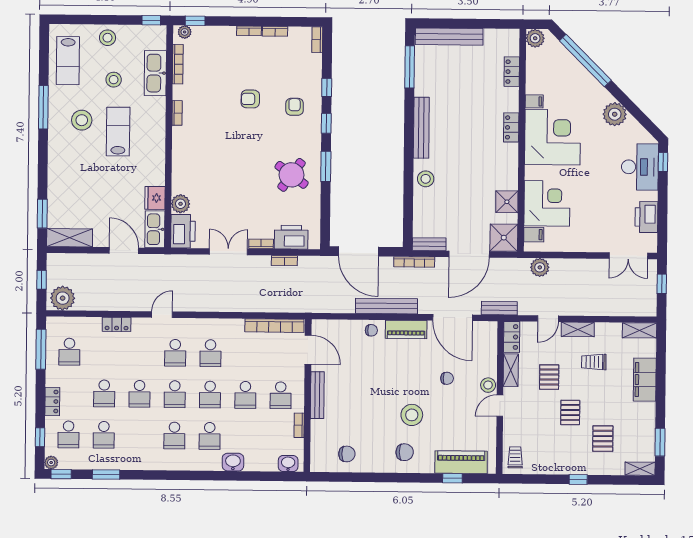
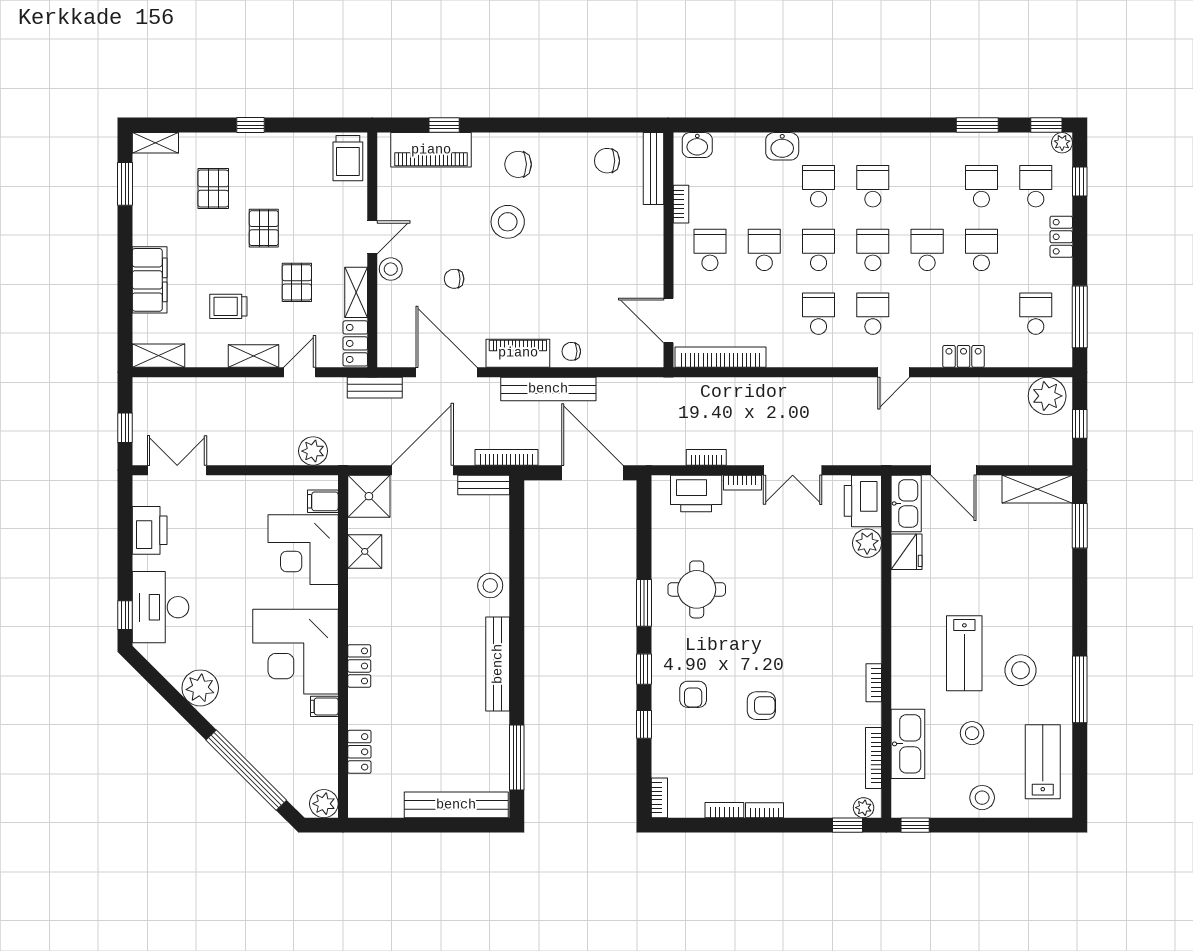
round table: (292, 175) -> (697, 589), turned -36
trolley: (594, 362) -> (228, 306), turned 180
bench: (317, 395) -> (653, 169), moved
trolley: (515, 457) -> (348, 158), width x1.36, depth x1.39

